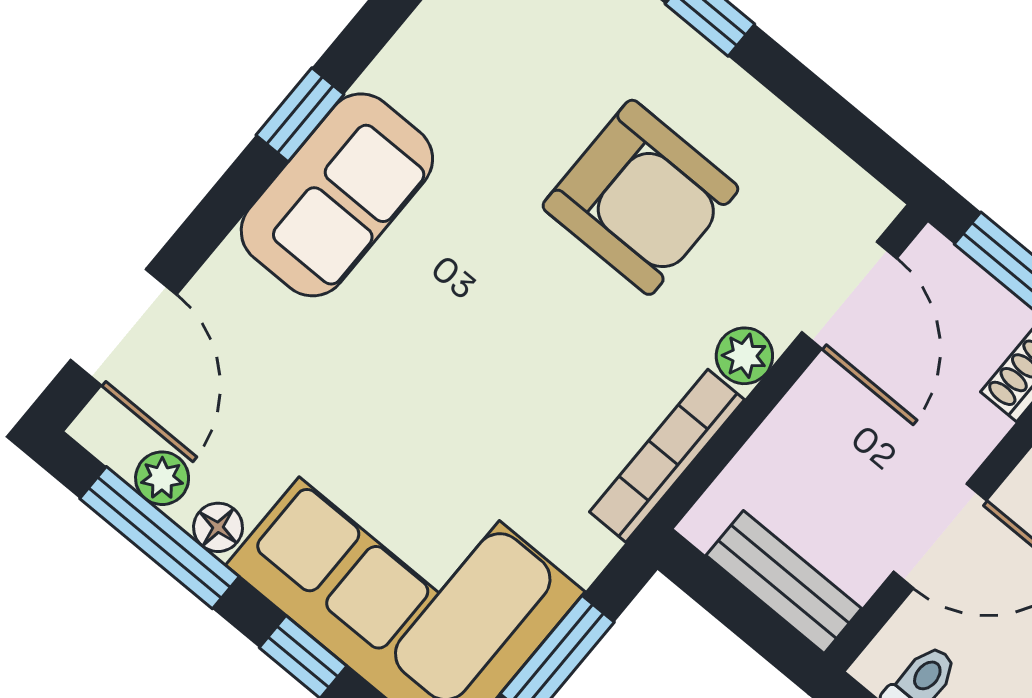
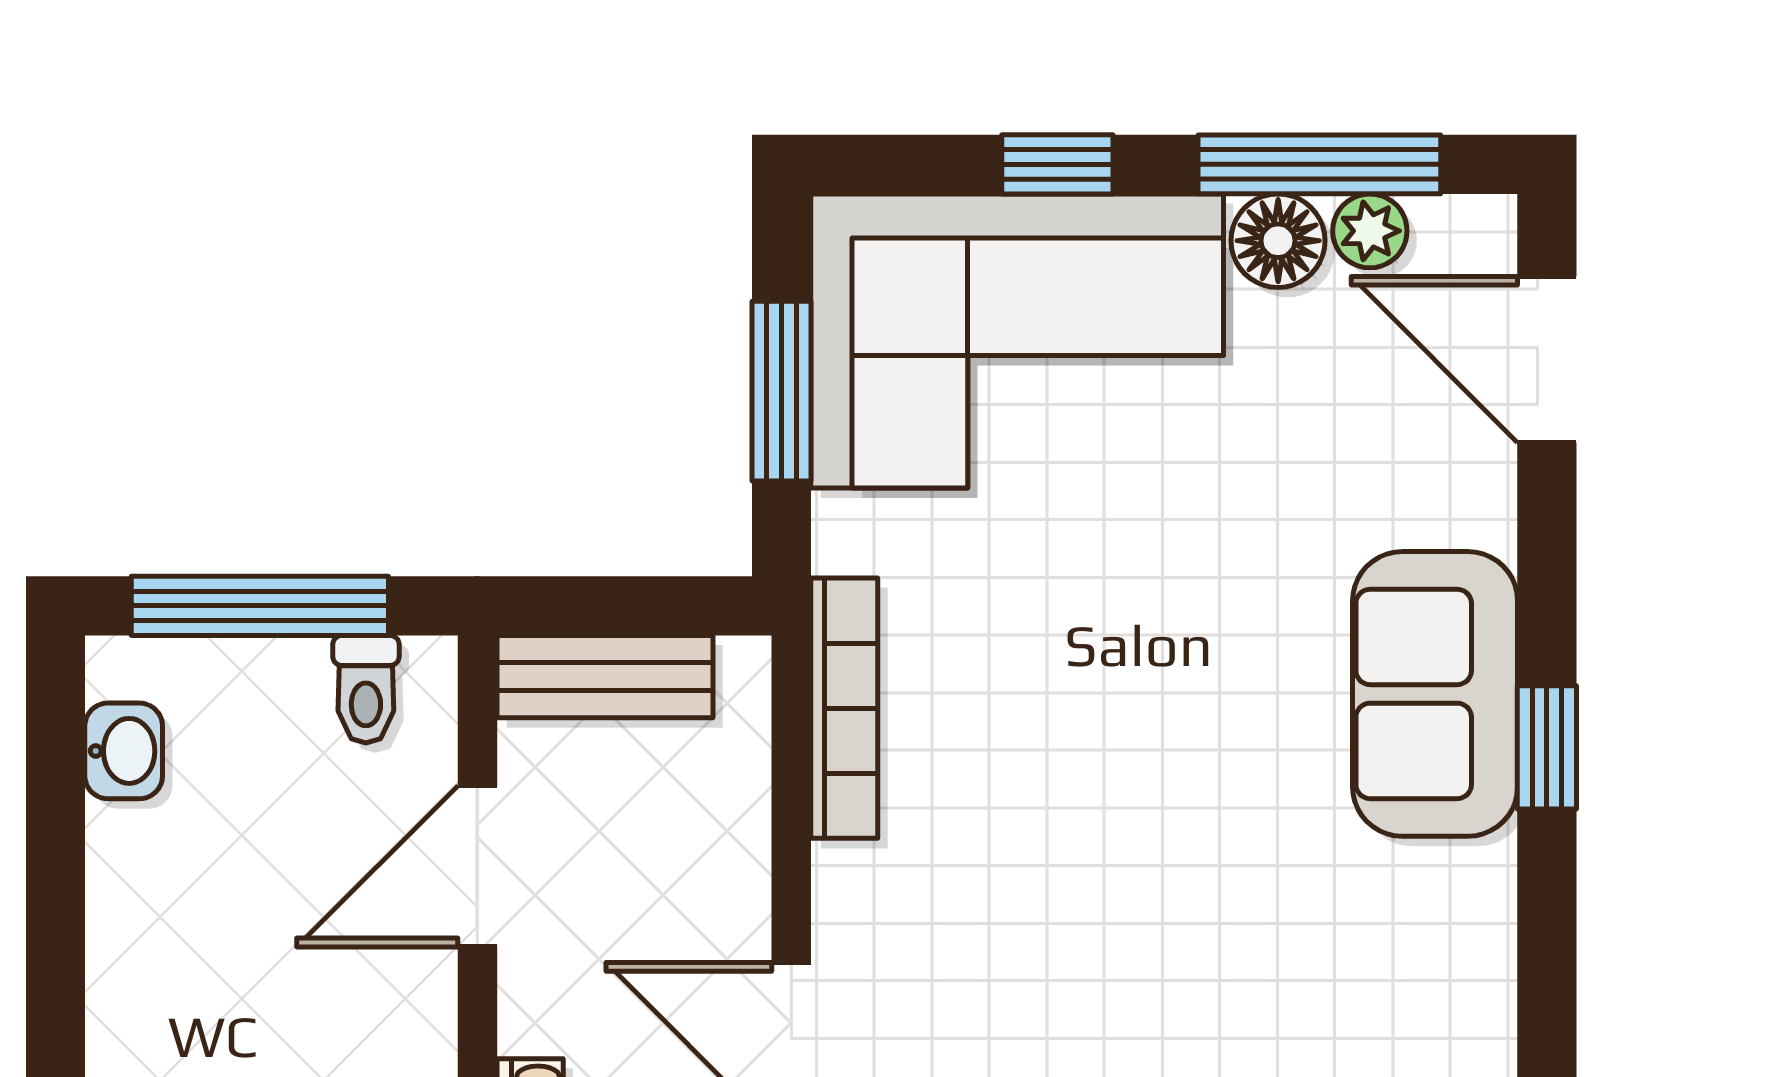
armchair: (640, 197) -> (1105, 964), removed
plant: (744, 356) -> (850, 886), removed
floor lamp: (218, 527) -> (1278, 241), width x1.37, depth x1.37

